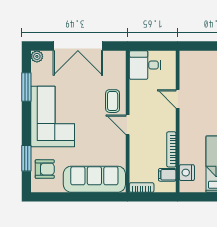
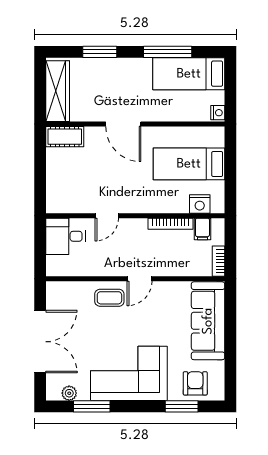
plant: (37, 56) -> (69, 393), moved
desk: (145, 65) -> (65, 236), moved, turned 90

